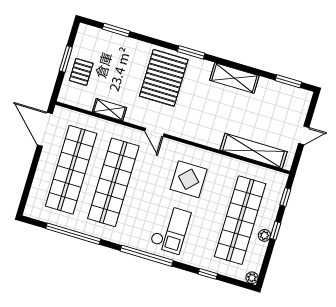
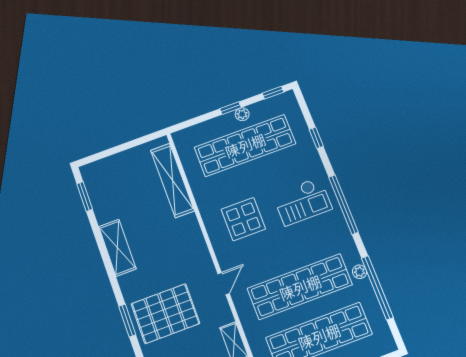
window: (191, 52) -> (127, 320), moved
door: (304, 135) -> (125, 147), removed
window: (285, 197) -> (273, 93), moved
checkout: (170, 229) -> (302, 201), turned 180
plant: (252, 278) -> (360, 272), moved

